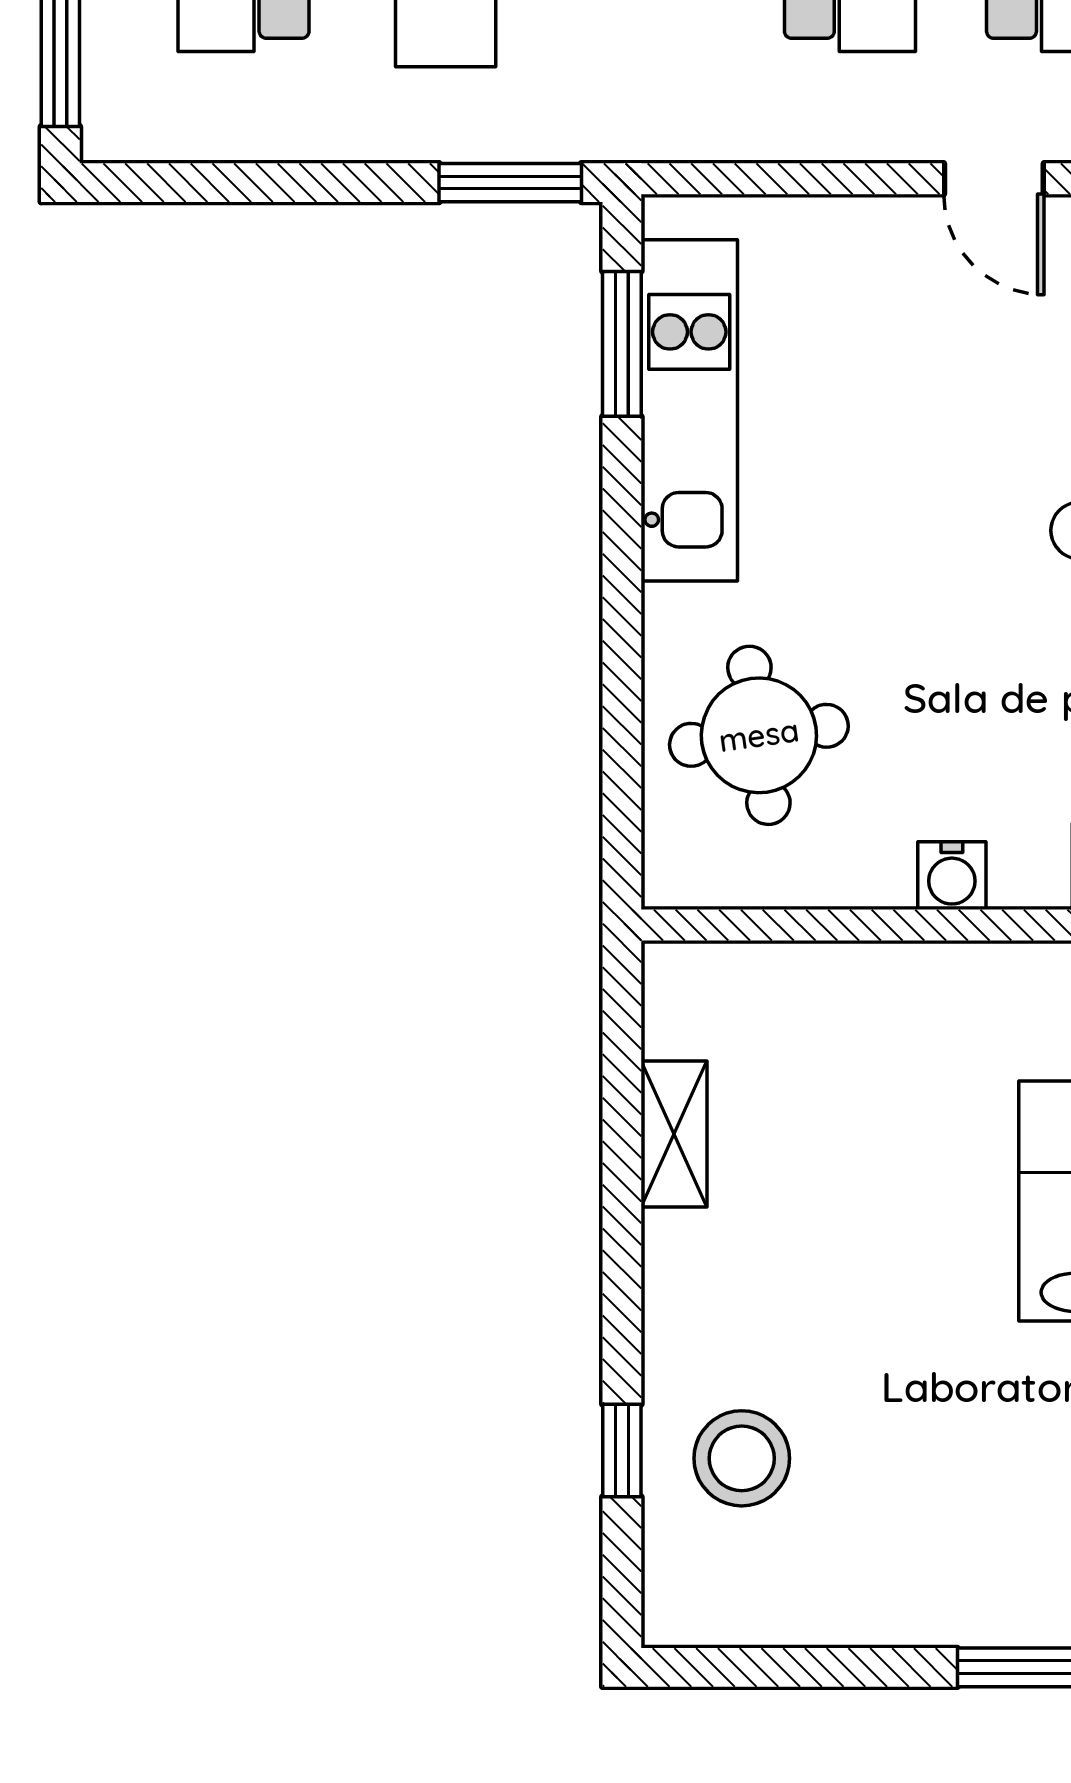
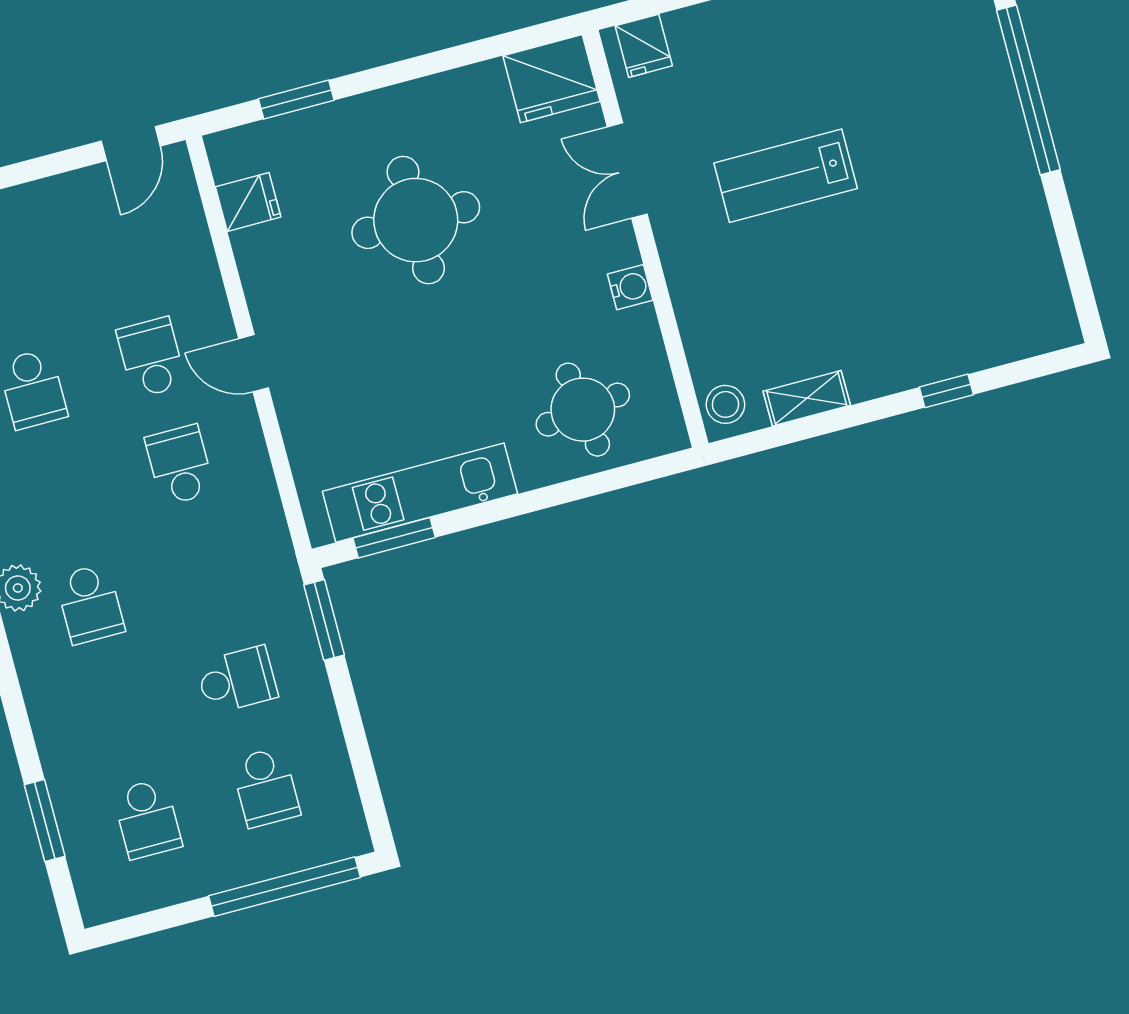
door: (994, 179) -> (254, 363), swing flipped
window: (622, 1450) -> (946, 391), moved
stool: (742, 1458) -> (725, 404), moved, width x0.73, depth x0.73

